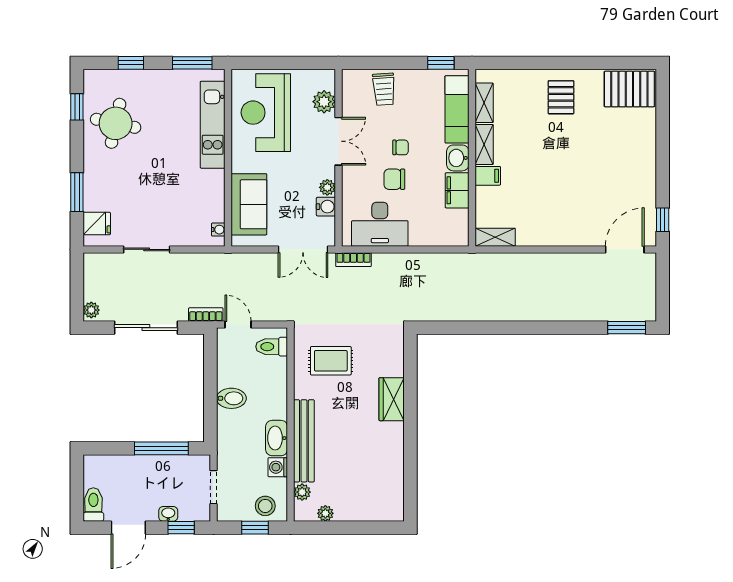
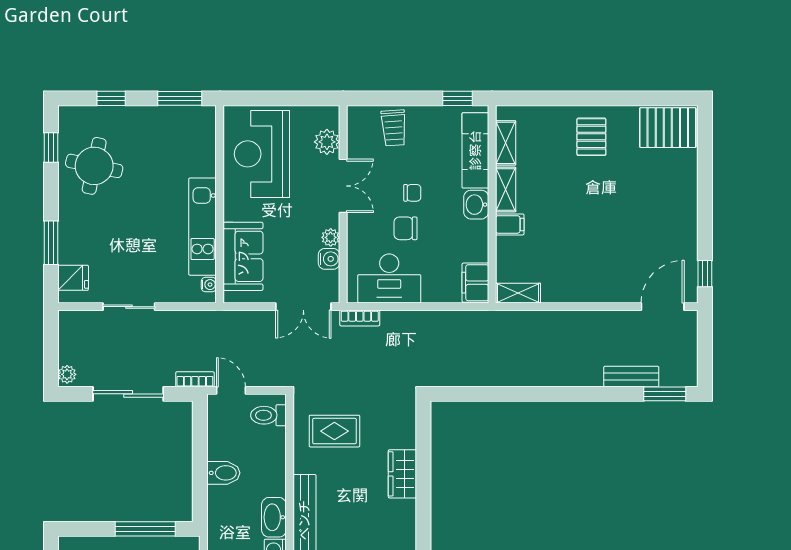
kitchen unit: (213, 125) -> (203, 227), moved
filing cabinet: (457, 190) -> (475, 283), moved
bench: (597, 312) -> (631, 377), added

